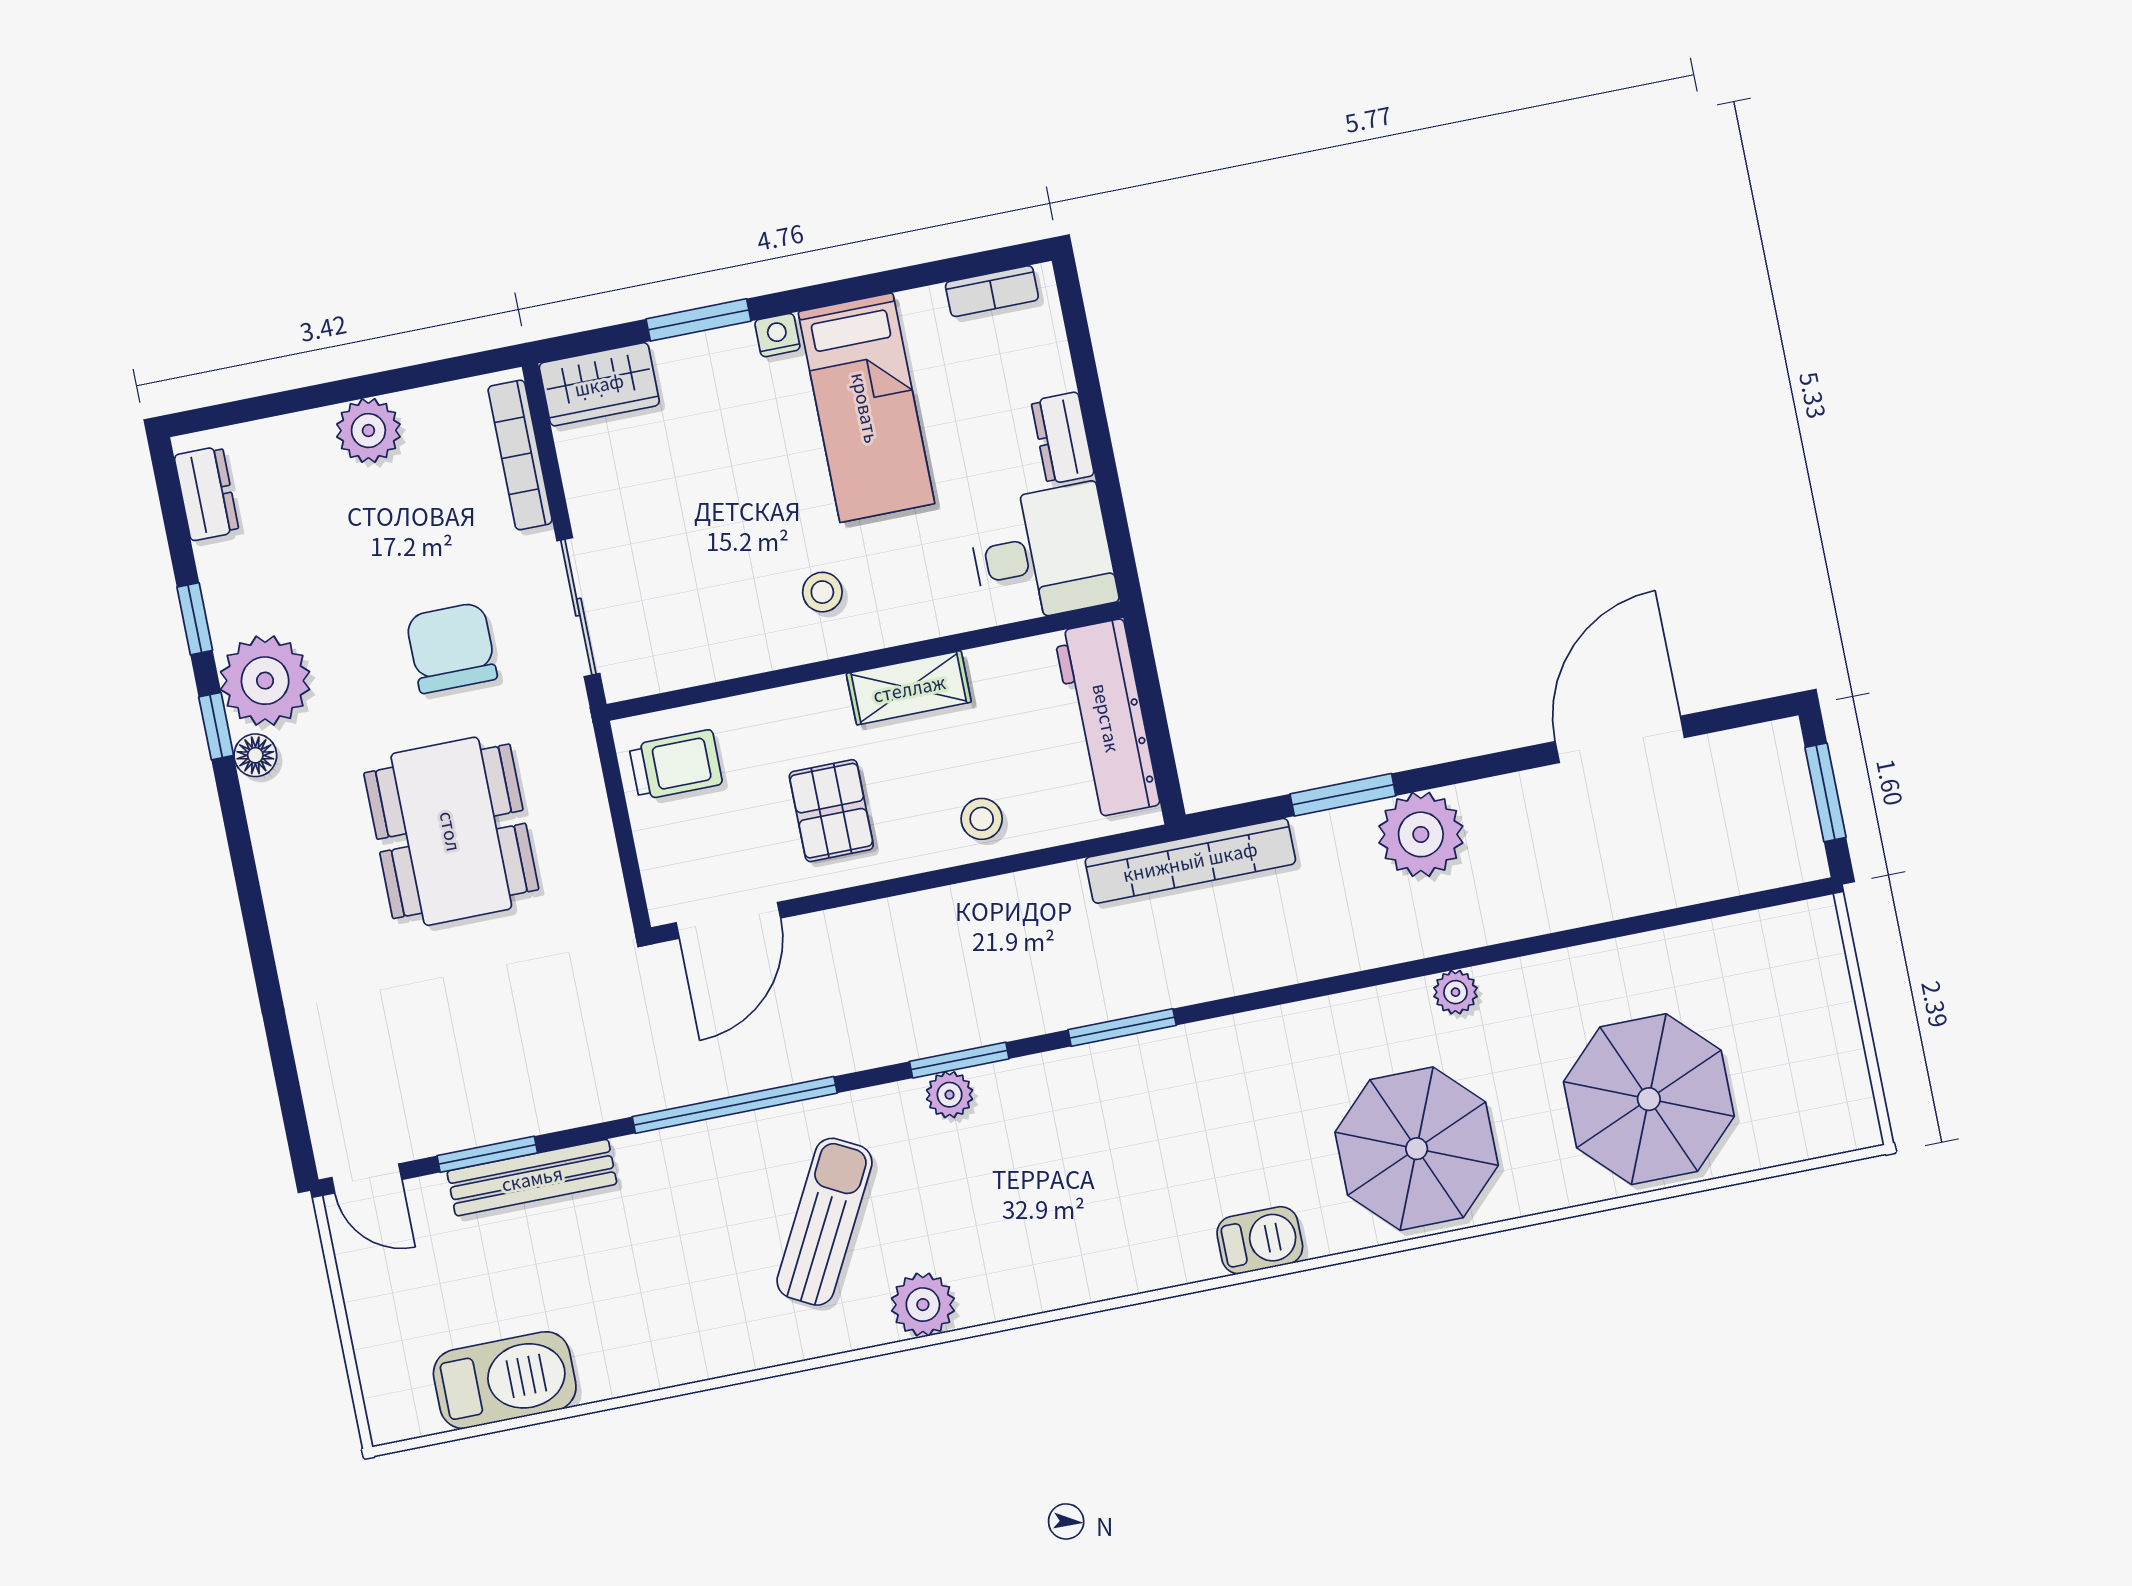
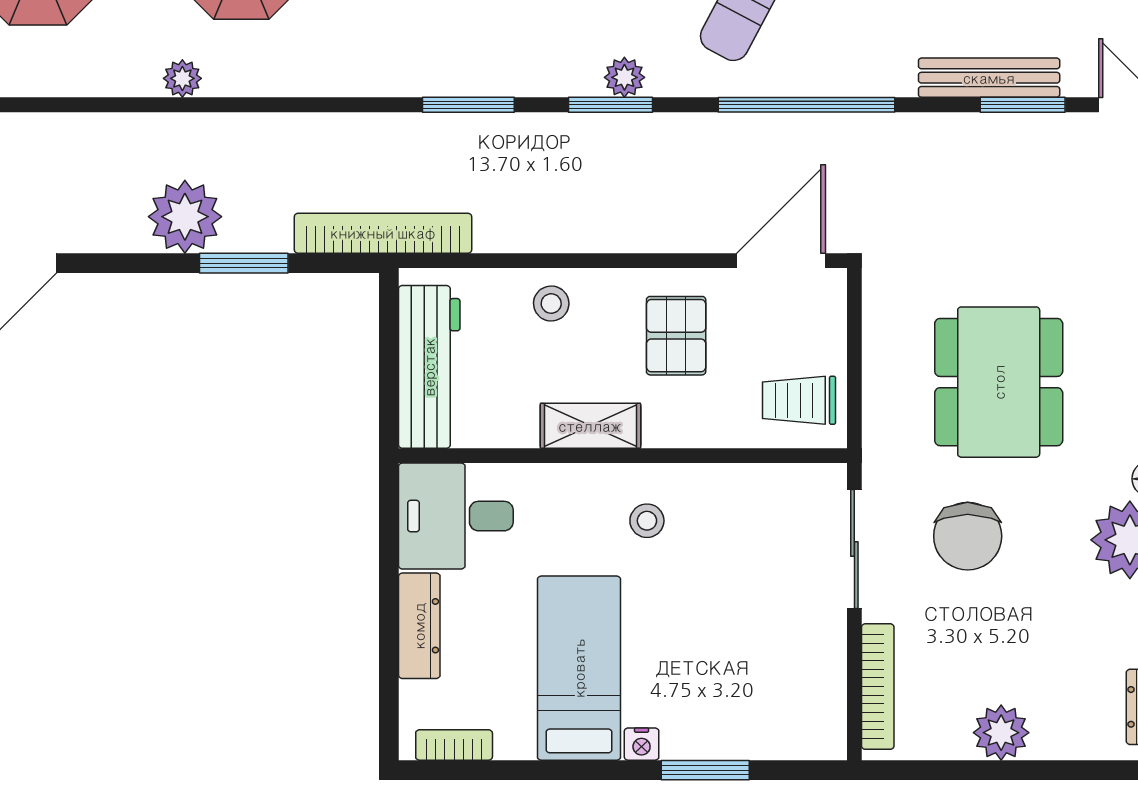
wardrobe: (599, 384) -> (799, 733), removed
dresser: (1063, 438) -> (419, 626), width x1.44

